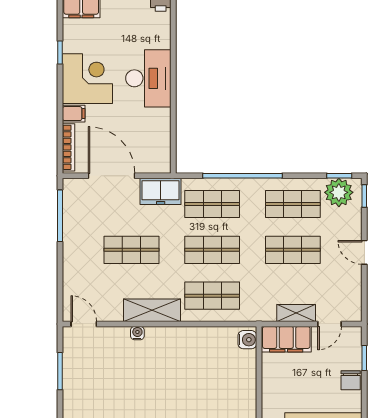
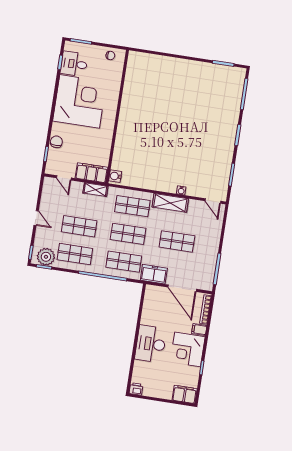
shelving: (296, 313) -> (95, 190), moved
door: (330, 324) -> (64, 178), swing flipped

